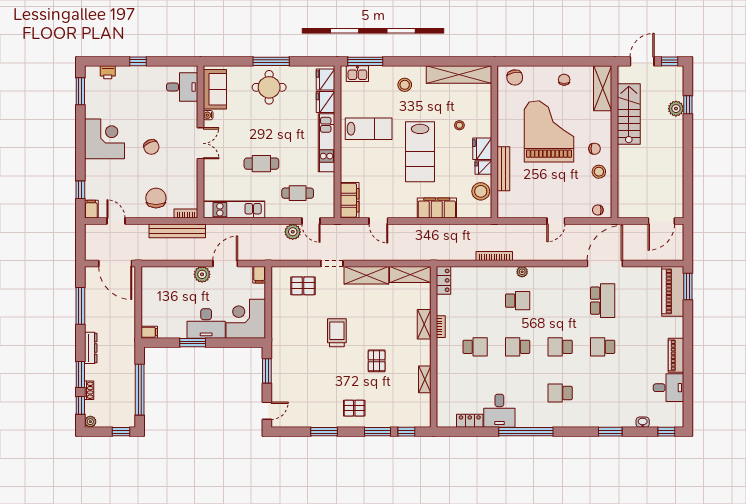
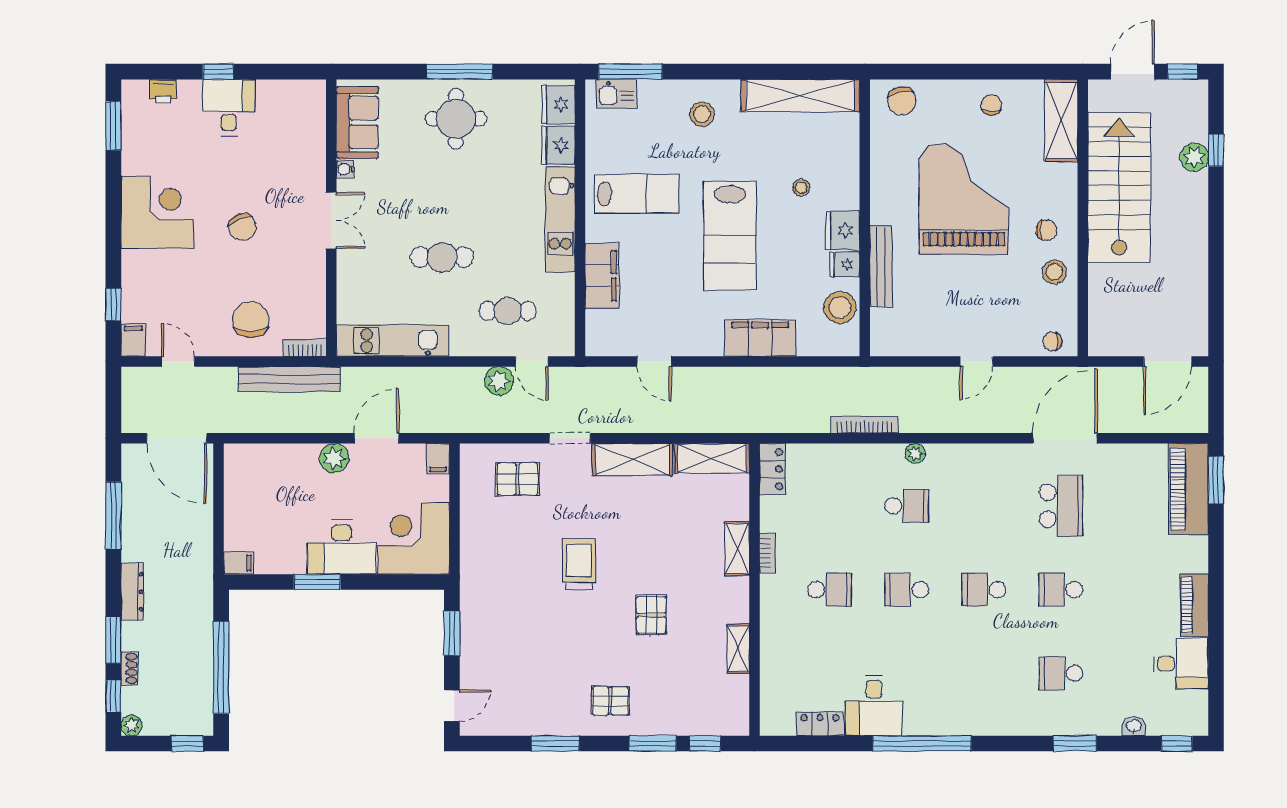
desk: (182, 87) -> (229, 107), moved, turned -90
stairs: (629, 114) -> (1119, 187), width x1.36, depth x1.51
filing cabinet: (350, 200) -> (602, 276), moved
school desk: (560, 393) -> (1061, 673), moved

